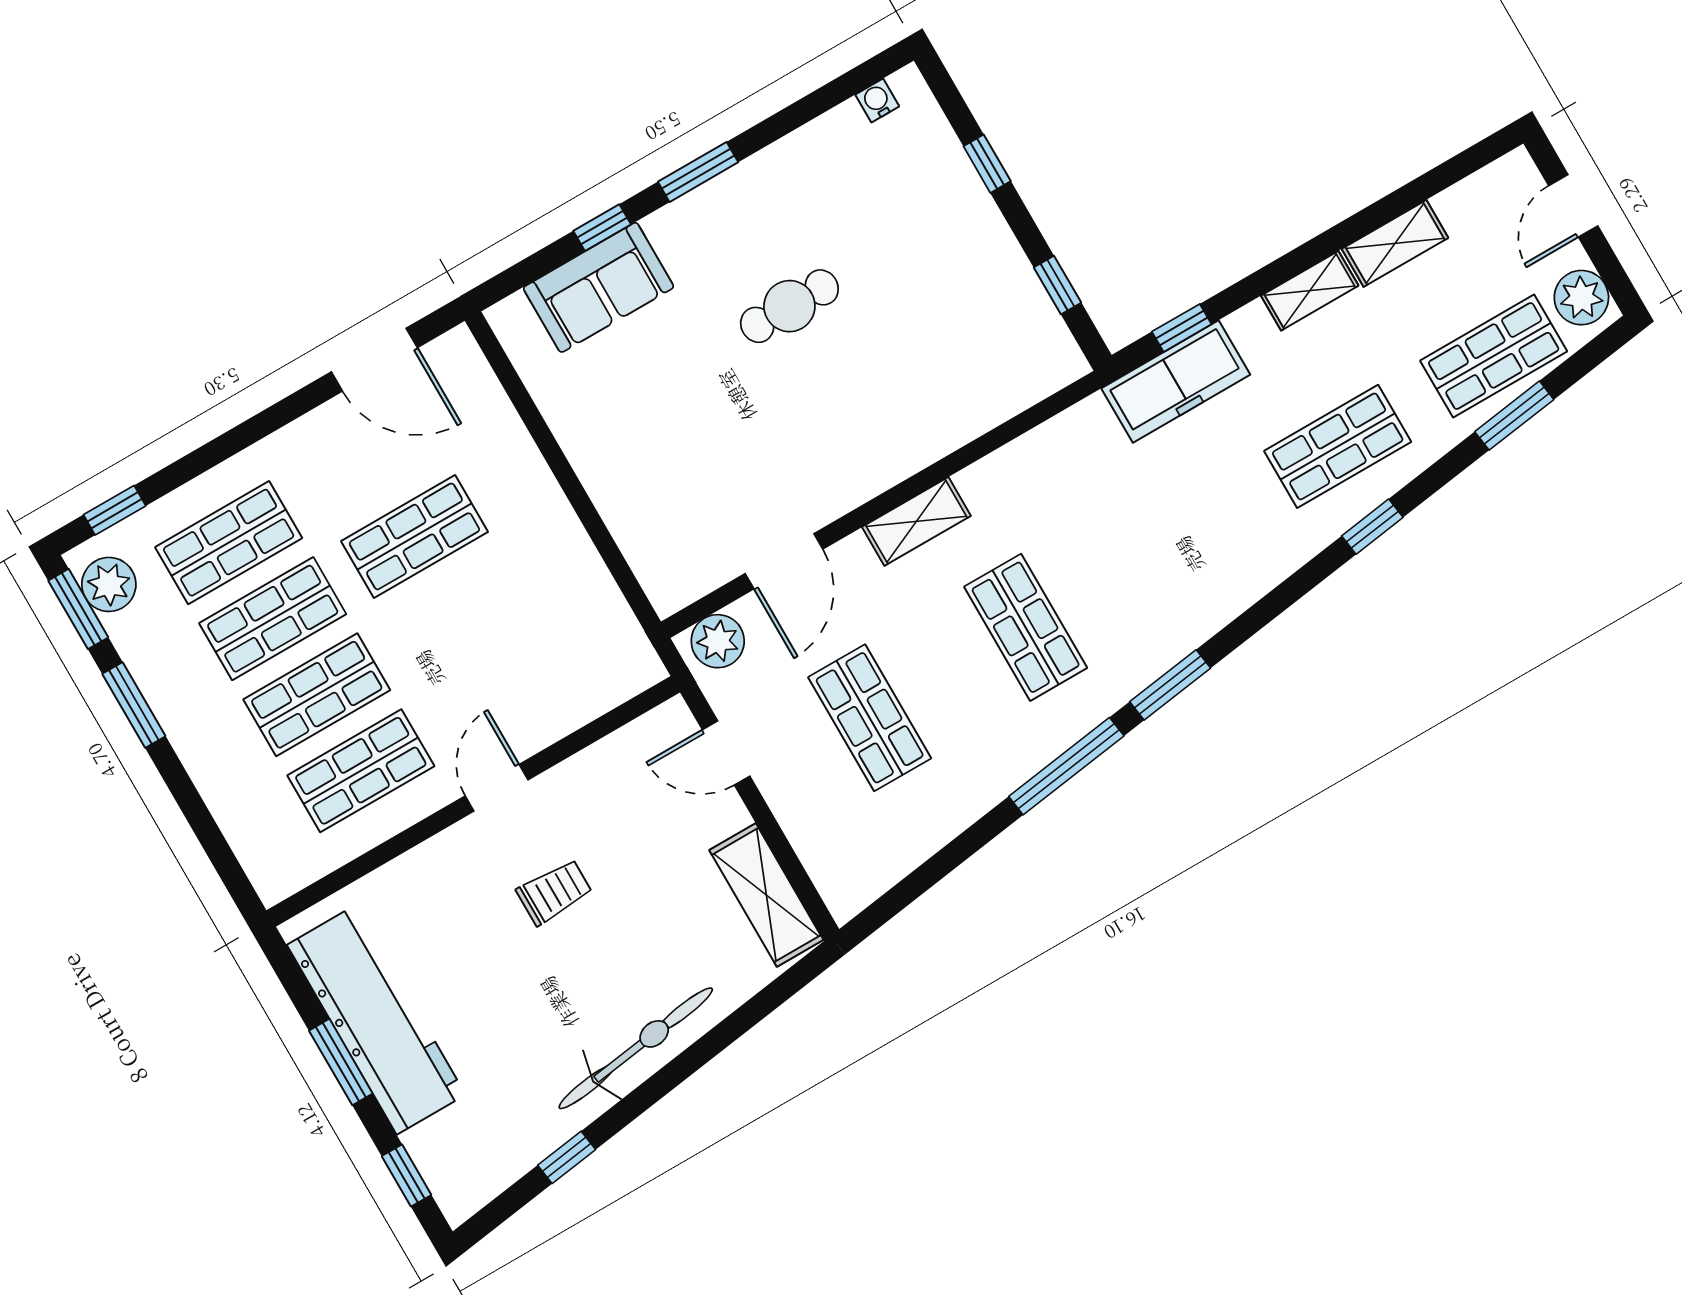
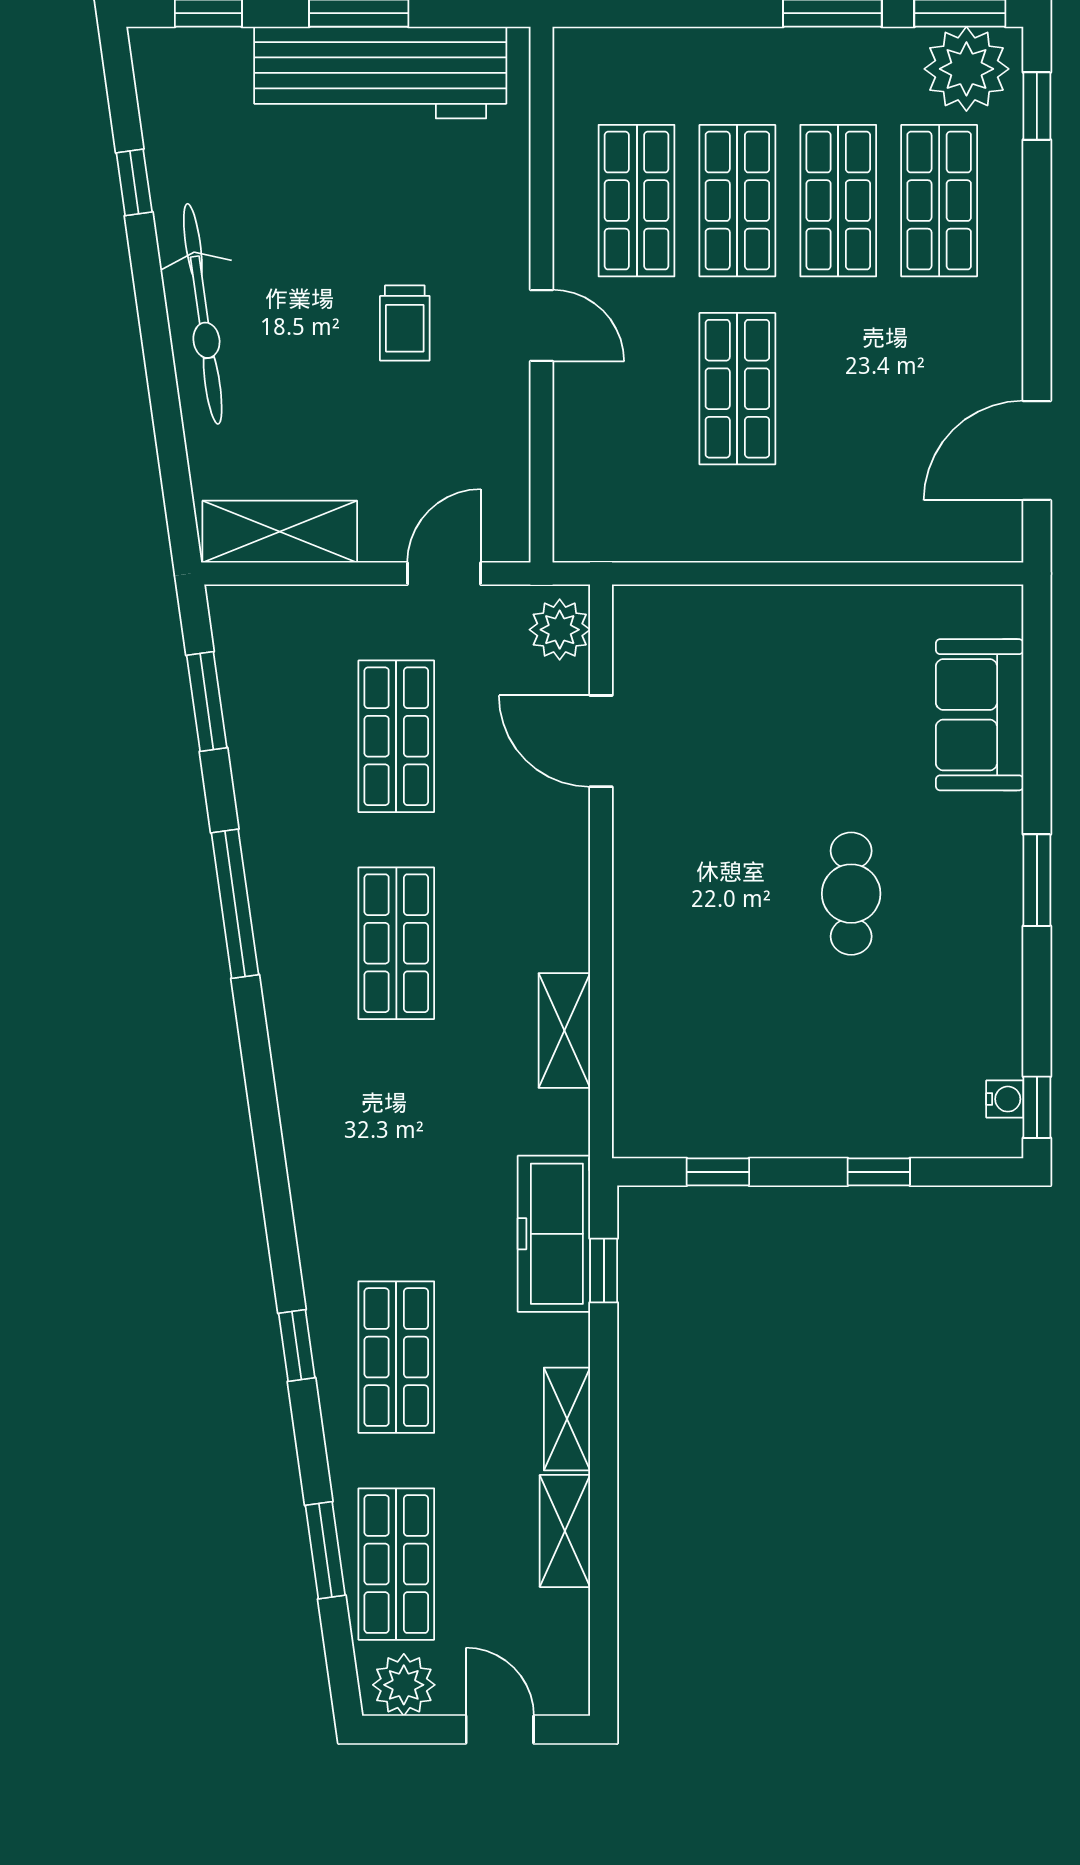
window: (602, 228) -> (1037, 1107), moved
shelving: (916, 521) -> (564, 1031), moved
shop shelf: (414, 536) -> (737, 389), moved
plant: (109, 584) -> (966, 69), width x1.36, depth x1.36
shop shelf: (1026, 627) -> (396, 943), turned 90
window: (1170, 685) -> (207, 702), moved
shop shelf: (870, 718) -> (396, 736), turned 90

